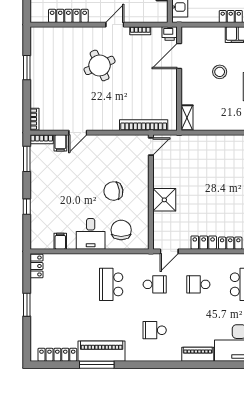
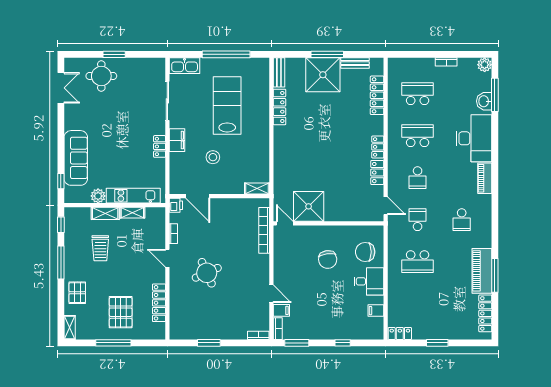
shower: (164, 200) -> (309, 206), moved, width x1.37, depth x1.37

